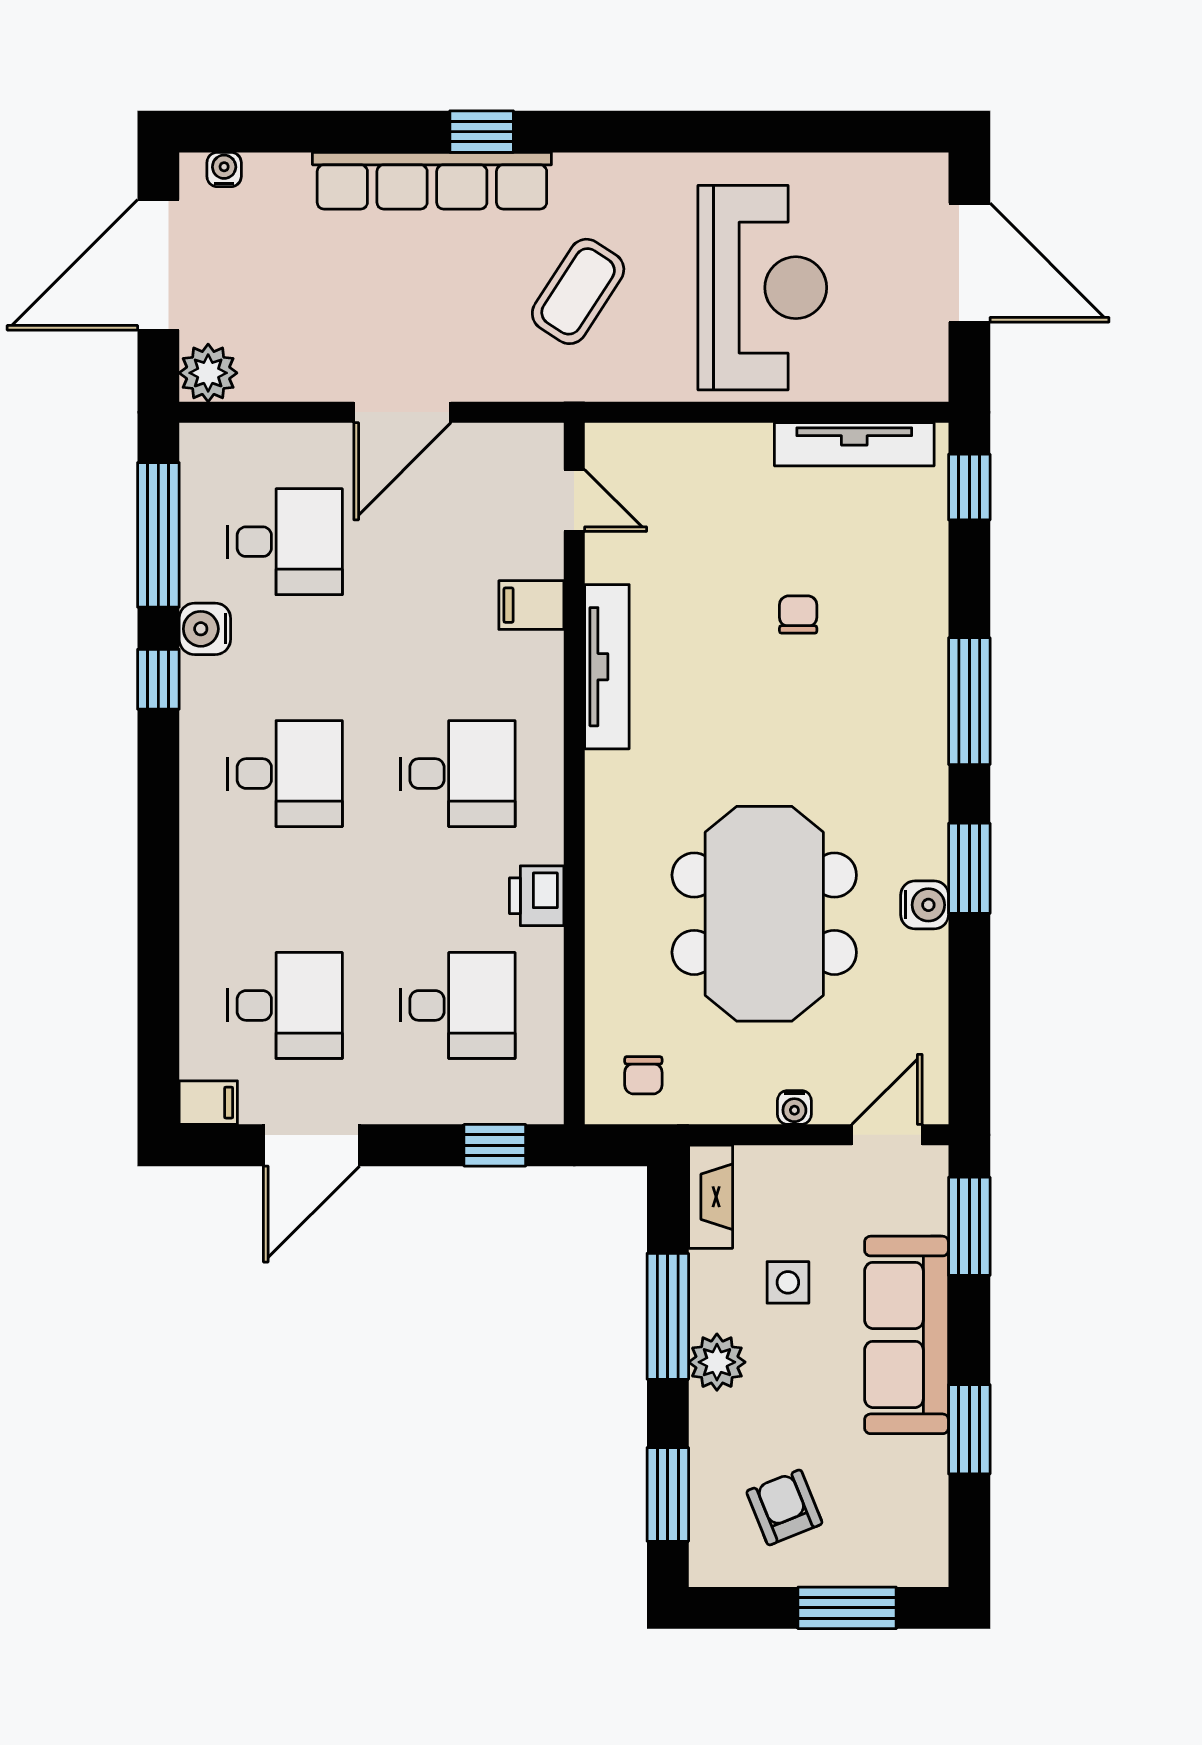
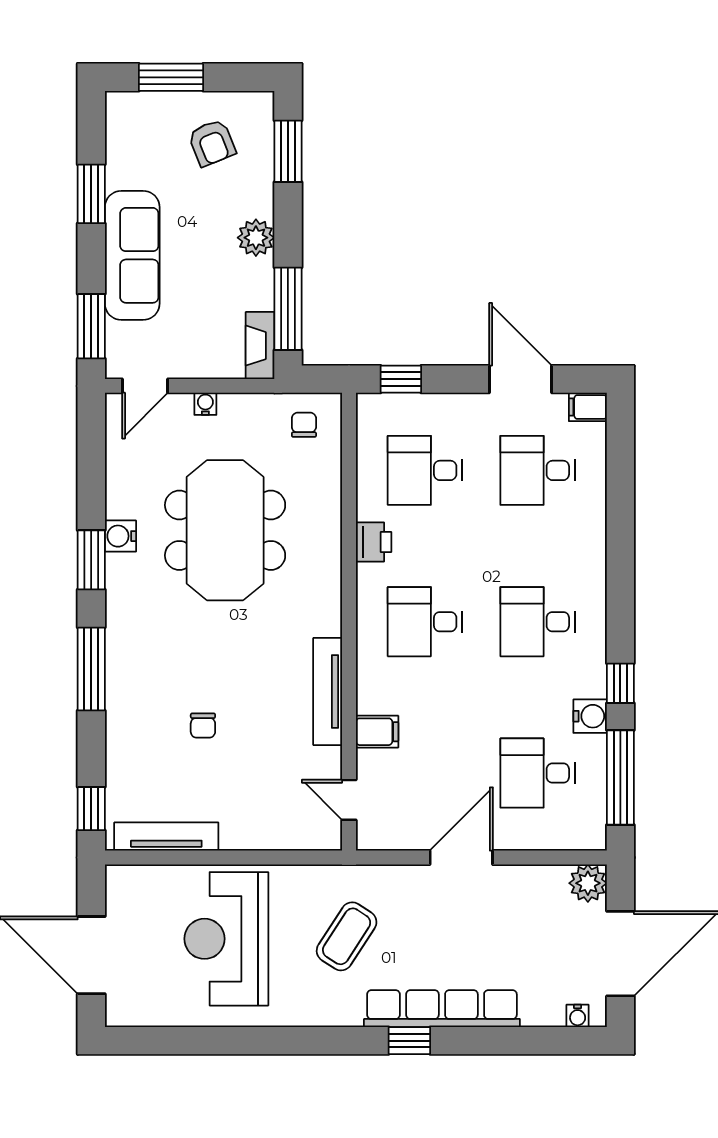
door: (311, 1145) -> (521, 379), hinge flipped
side table: (788, 1282) -> (210, 290), removed
window: (668, 1316) -> (288, 309), moved

